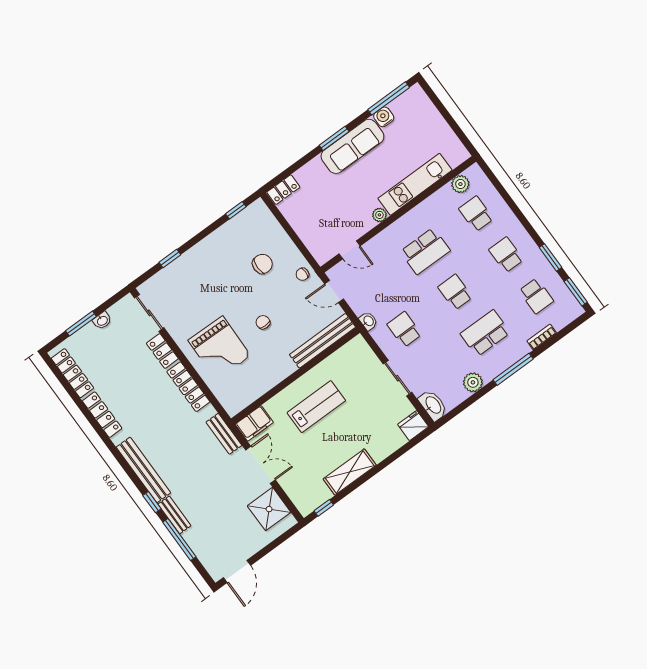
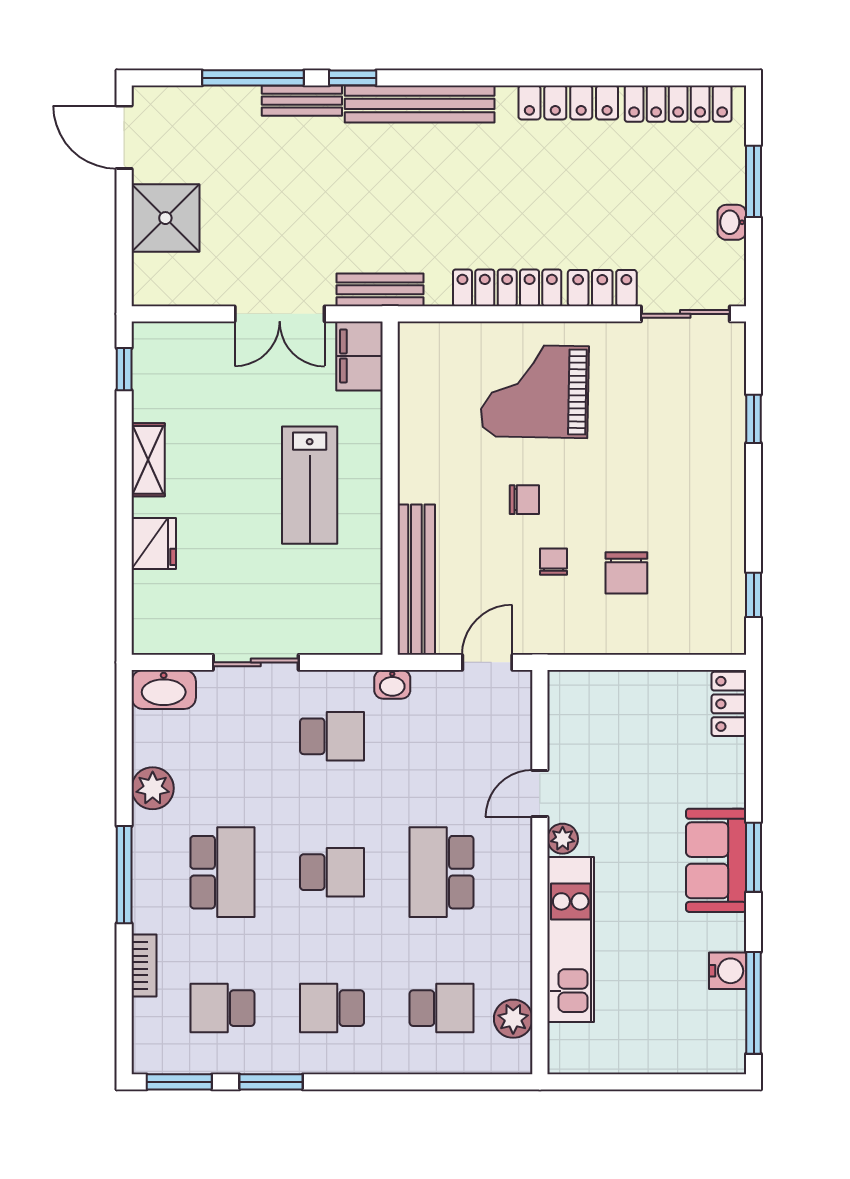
sofa: (352, 146) -> (716, 860), width x0.73
door: (350, 250) -> (540, 793), moved
school desk: (506, 255) -> (332, 1008), turned 180
chair: (302, 274) -> (553, 562), moved
fridge: (413, 426) -> (154, 544), moved
shelving: (350, 472) -> (148, 460), width x0.67, depth x0.75
shower: (269, 509) -> (165, 218), moved

